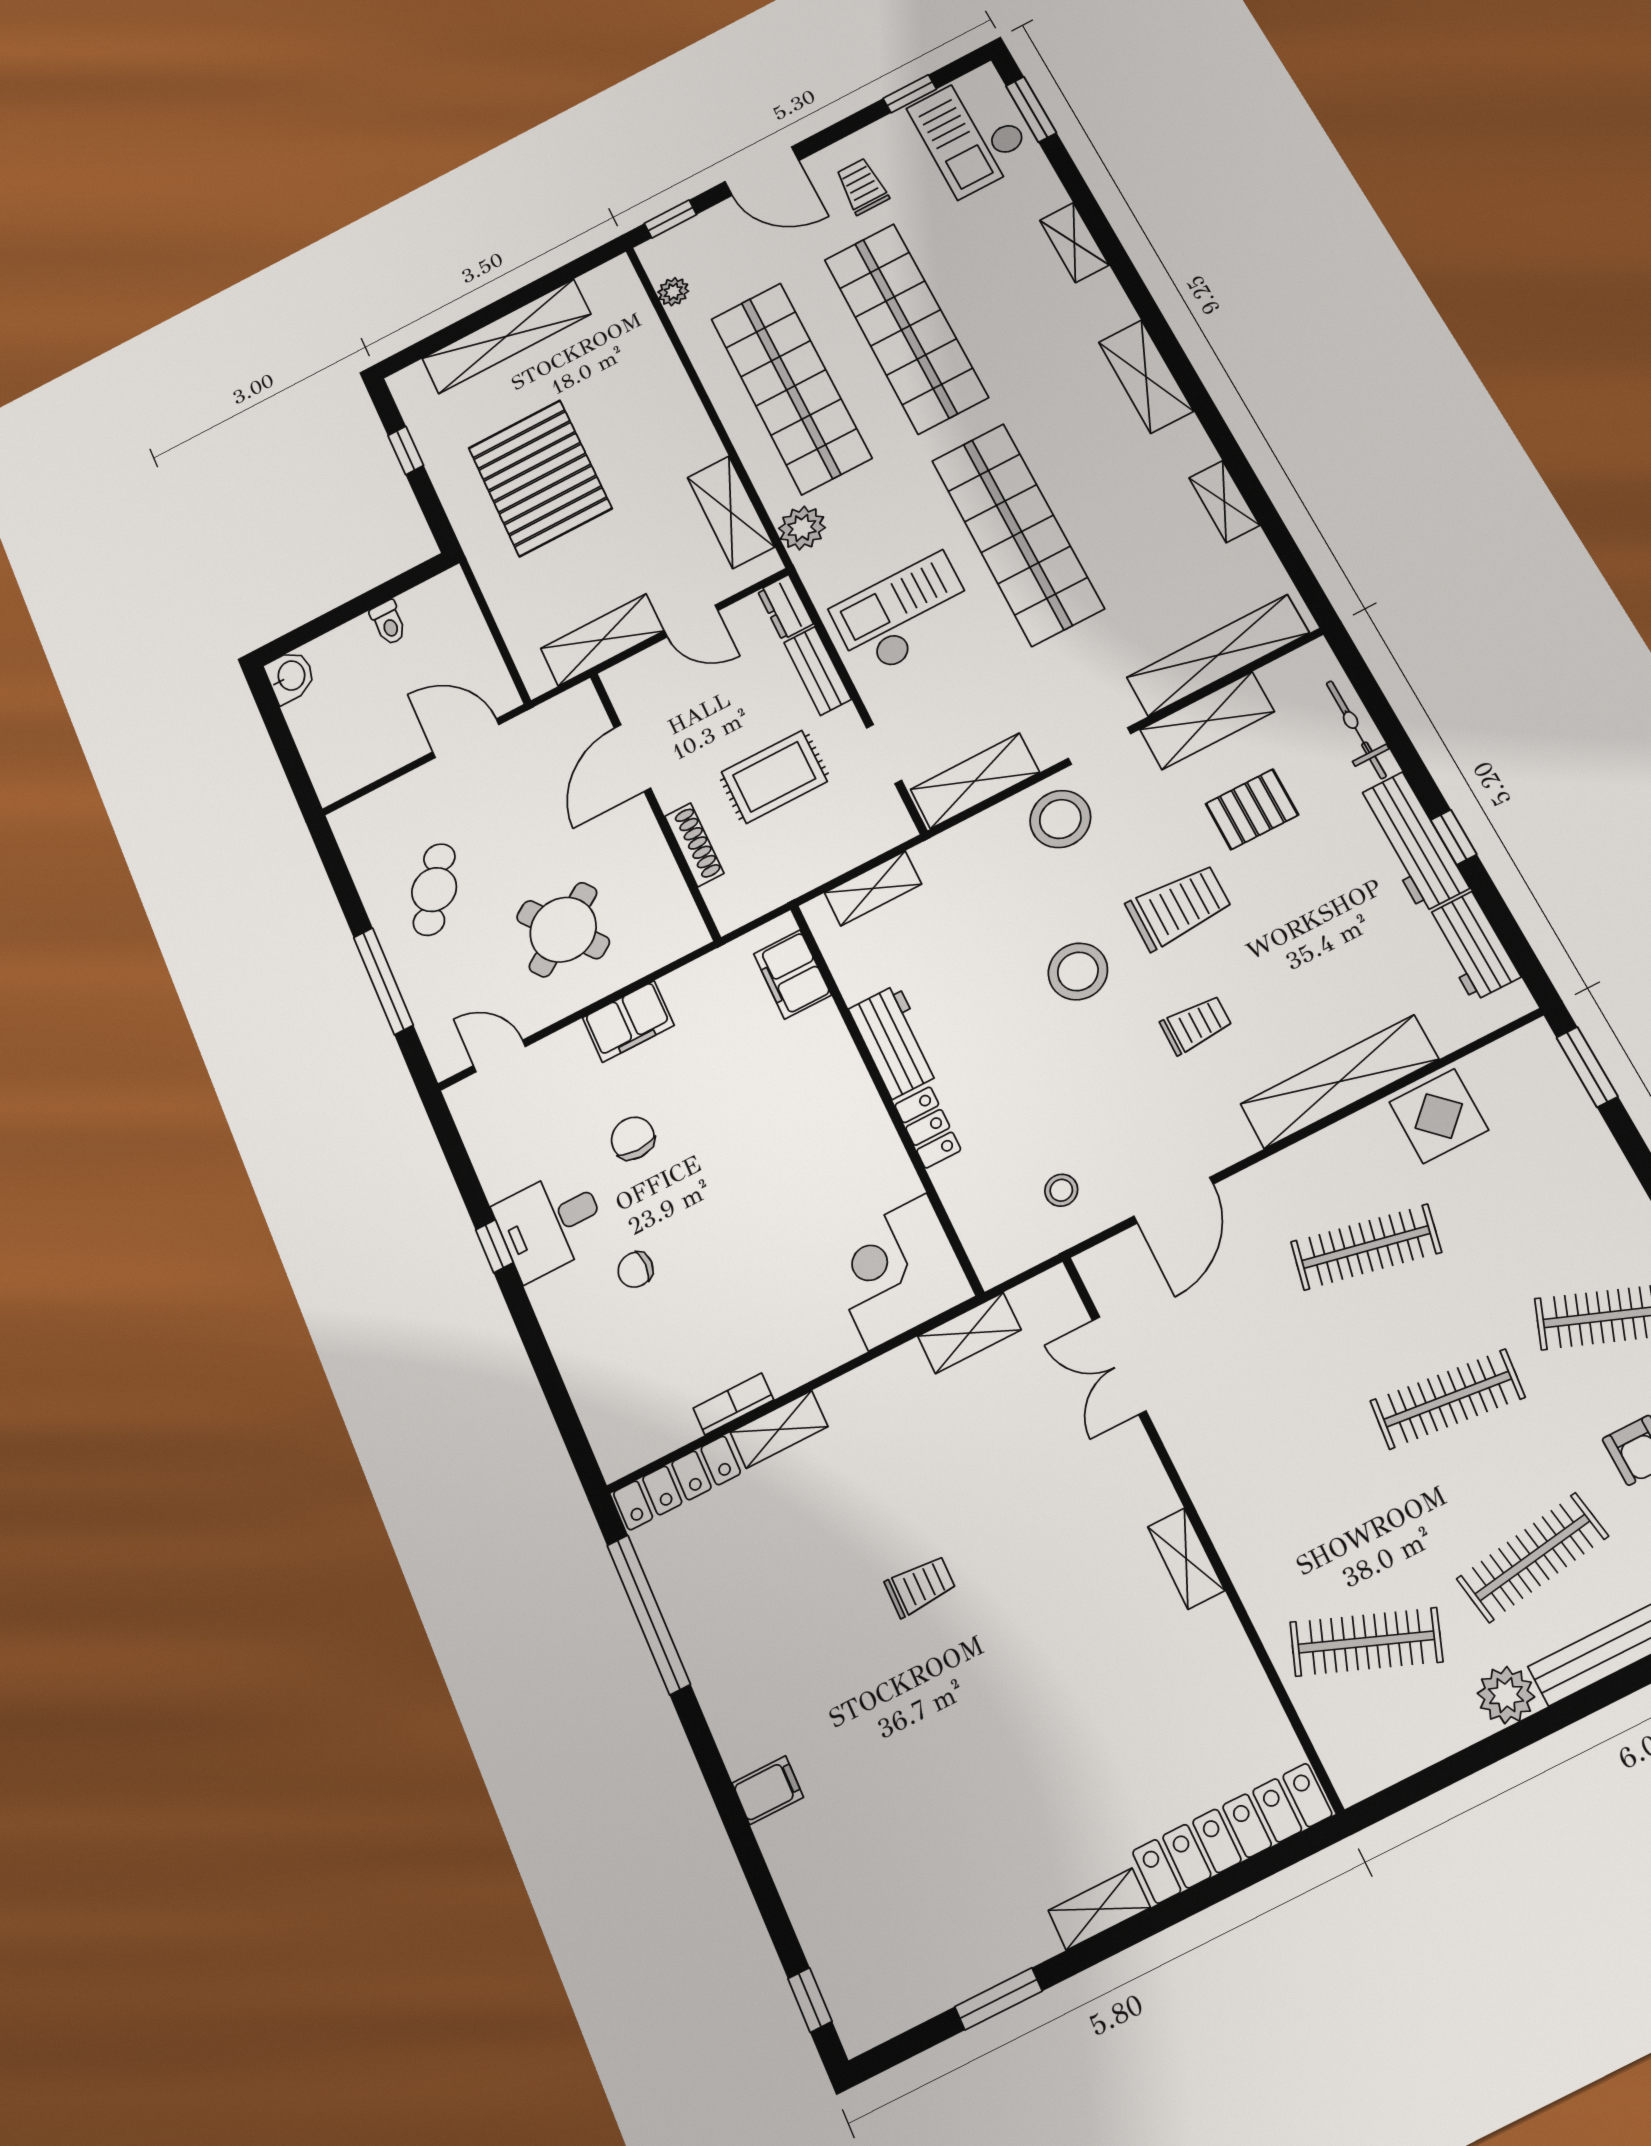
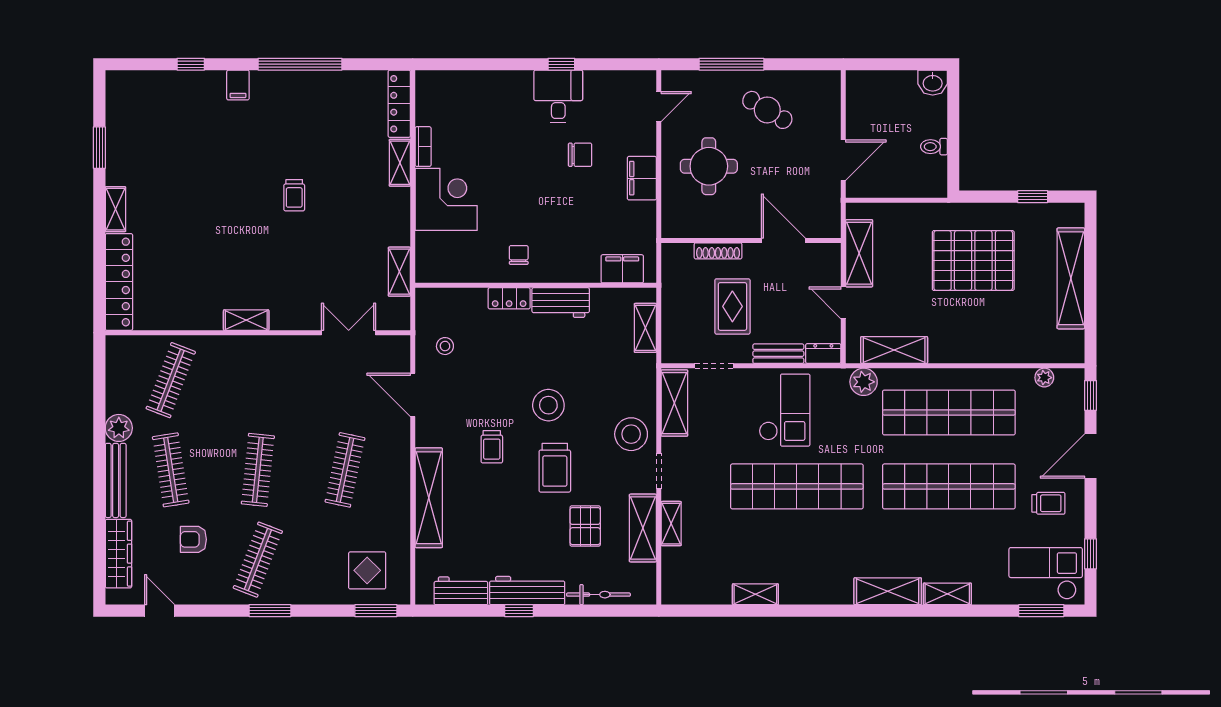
shelving: (1146, 377) -> (888, 591), moved
door: (691, 621) -> (843, 303), hinge flipped
shelving: (1218, 655) -> (671, 524), width x0.45, depth x0.75
round table: (563, 930) -> (709, 166), turned 36
display table: (1439, 1116) -> (367, 570), moved
chair: (635, 1270) -> (519, 255), moved
corner desk: (898, 1272) -> (446, 199), moved
window: (648, 1614) -> (300, 64), moved
window: (810, 2000) -> (191, 64), moved

